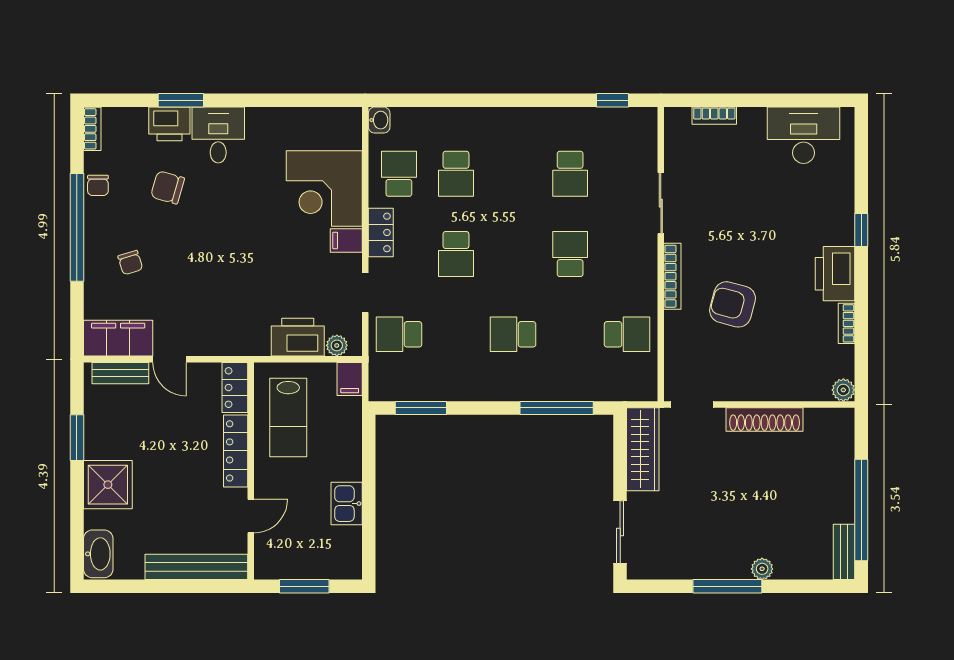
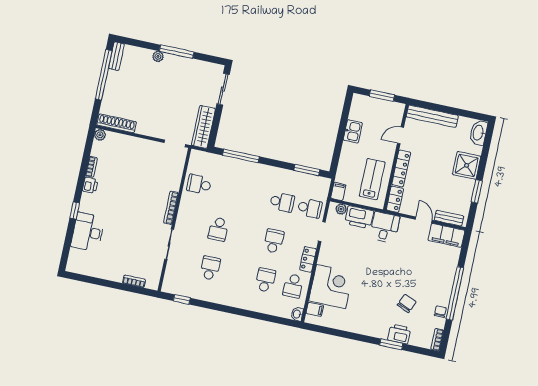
desk: (218, 135) -> (385, 227), moved, turned 180
desk: (804, 135) -> (88, 232), moved, turned 90
chair: (168, 187) -> (407, 303), turned -83
filing cabinet: (346, 240) -> (315, 309), moved
chair: (130, 263) -> (433, 271), removed
printer: (835, 274) -> (90, 185), width x0.53, depth x0.68
armchair: (733, 304) -> (145, 188), removed
school desk: (513, 334) -> (282, 202), moved
shoe rack: (765, 420) -> (117, 123), moved

